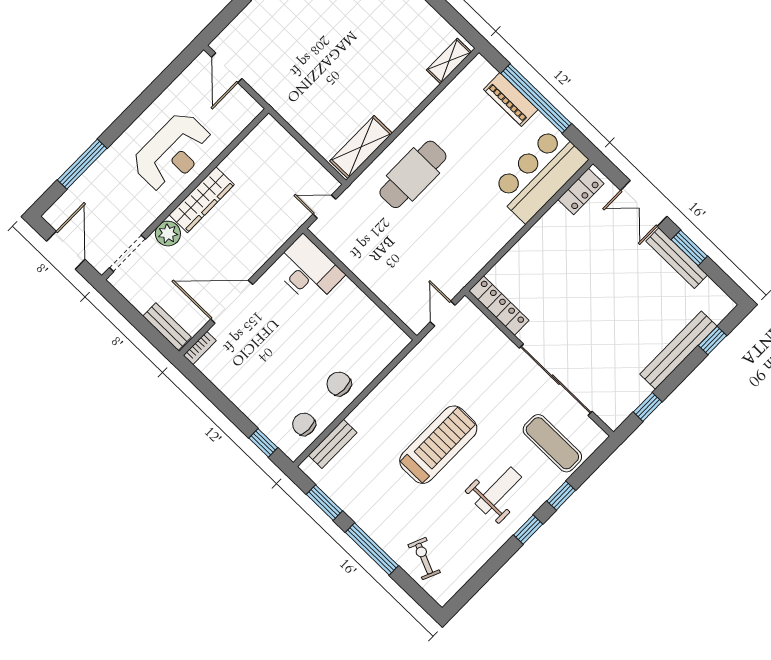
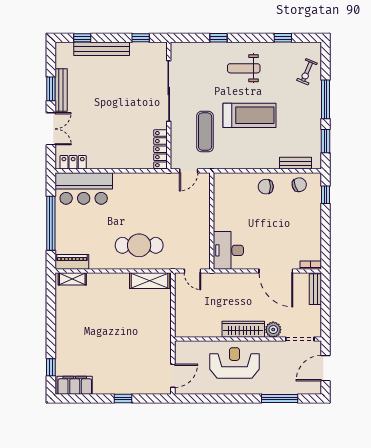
piano: (511, 100) -> (72, 262), moved, turned -90
chair: (339, 384) -> (266, 187), turned 90
chair: (304, 424) -> (299, 185), turned -110
exercise mat: (552, 443) -> (205, 132), moved
treadmill: (438, 445) -> (250, 115), turned 180
window: (528, 529) -> (283, 38), moved

